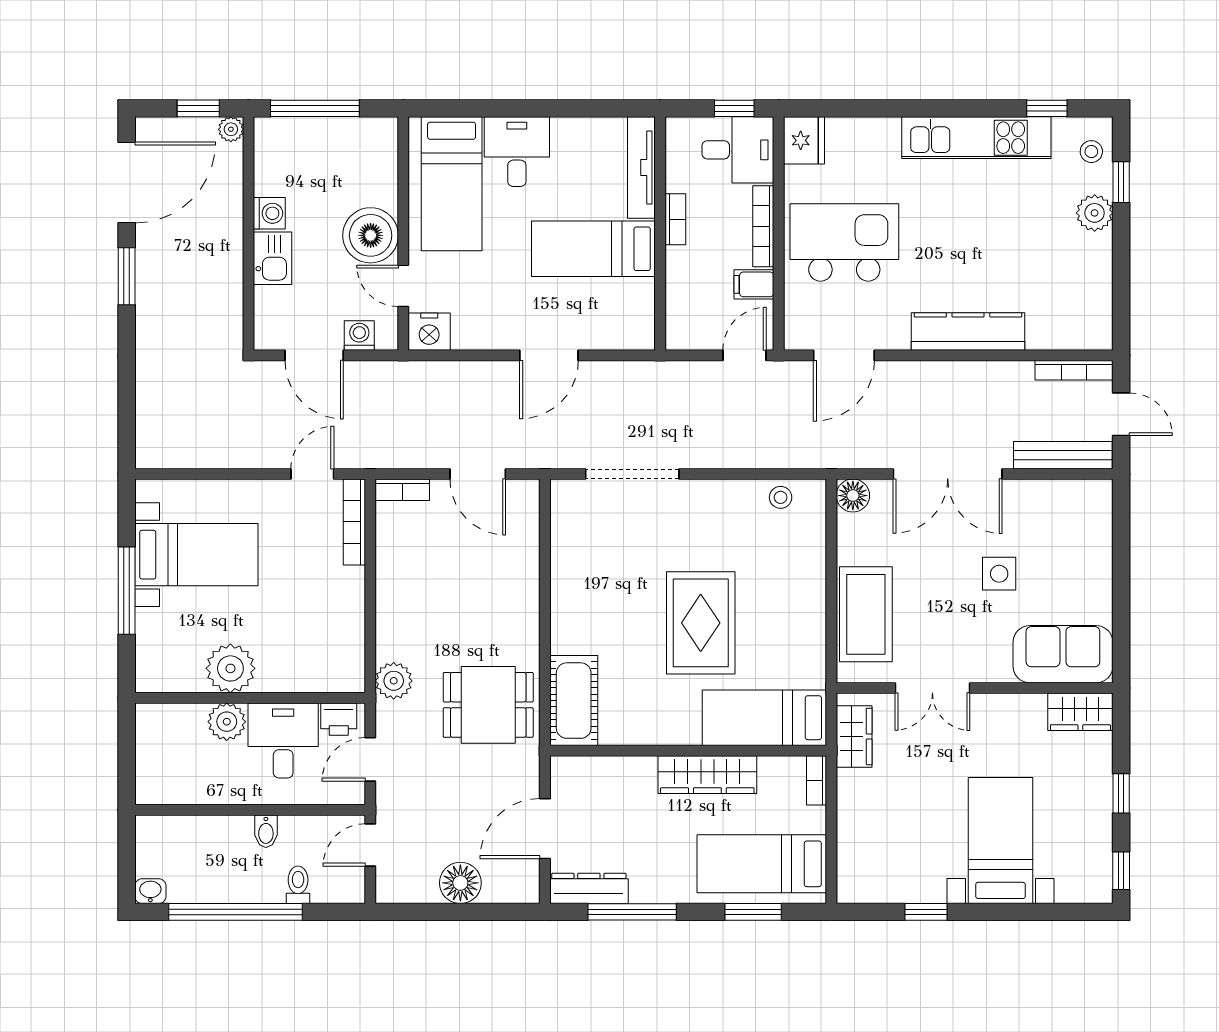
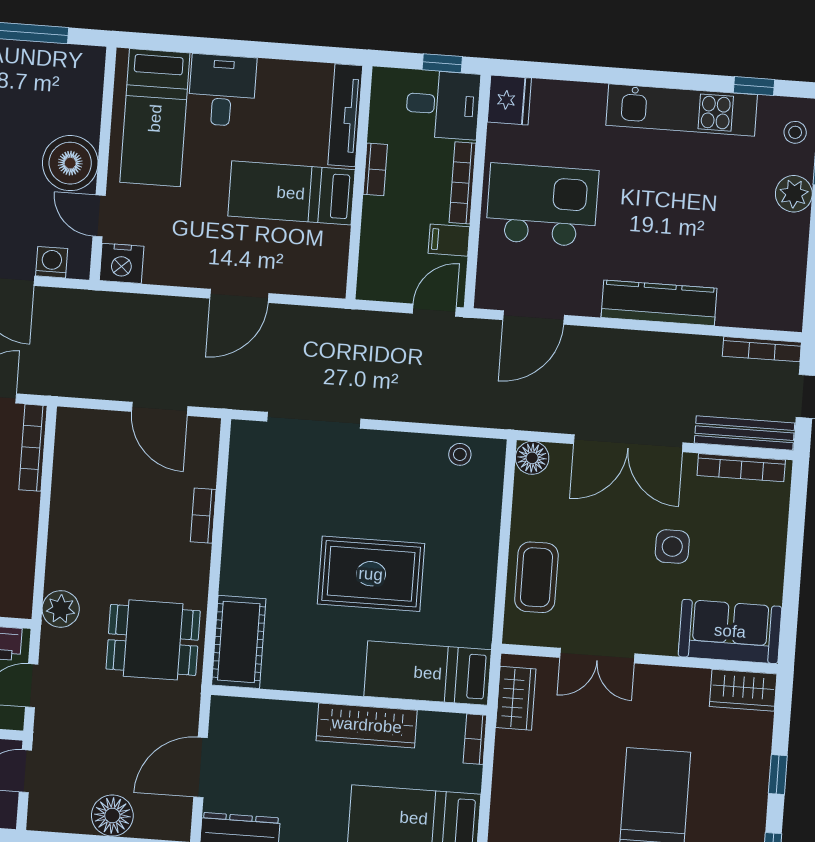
bookcase: (402, 490) -> (203, 516), moved, turned 90
bookcase: (1062, 490) -> (741, 468), added
coffee table: (866, 614) -> (536, 577), width x0.73, depth x0.76
rug: (701, 623) -> (371, 574), turned 90

